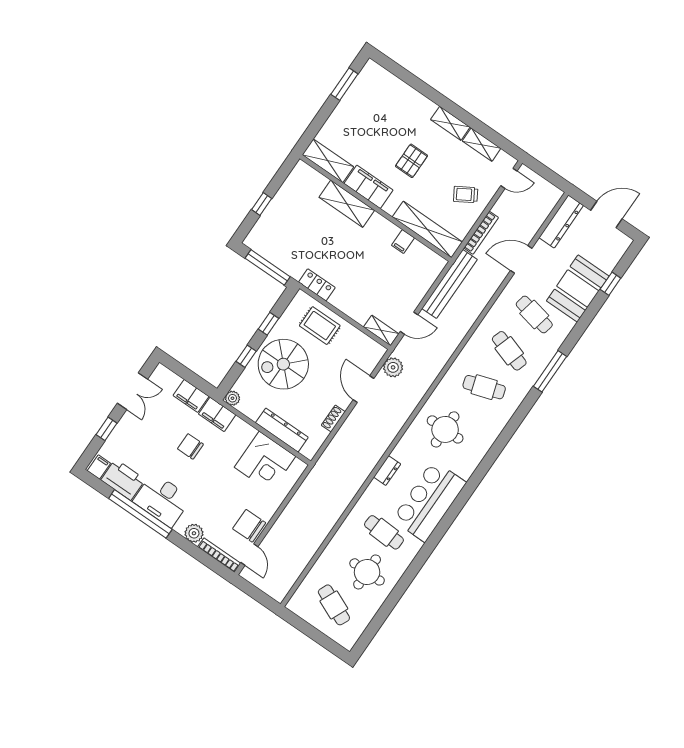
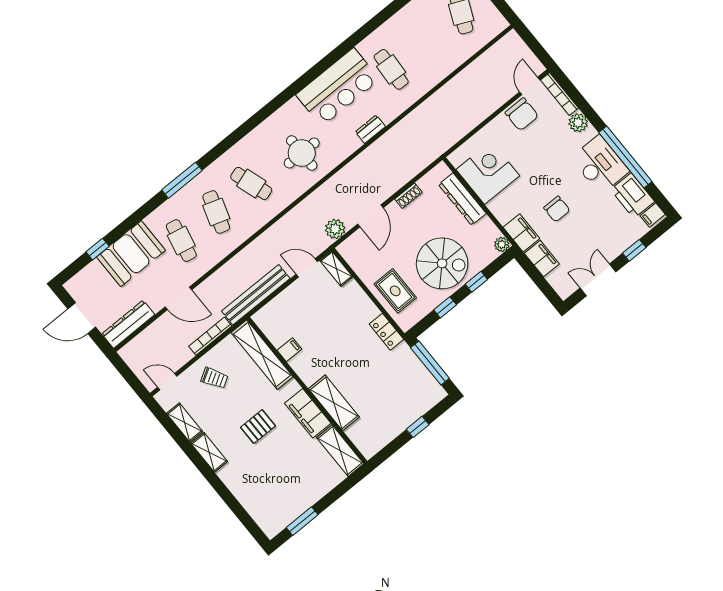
round table: (367, 572) -> (419, 35), removed

